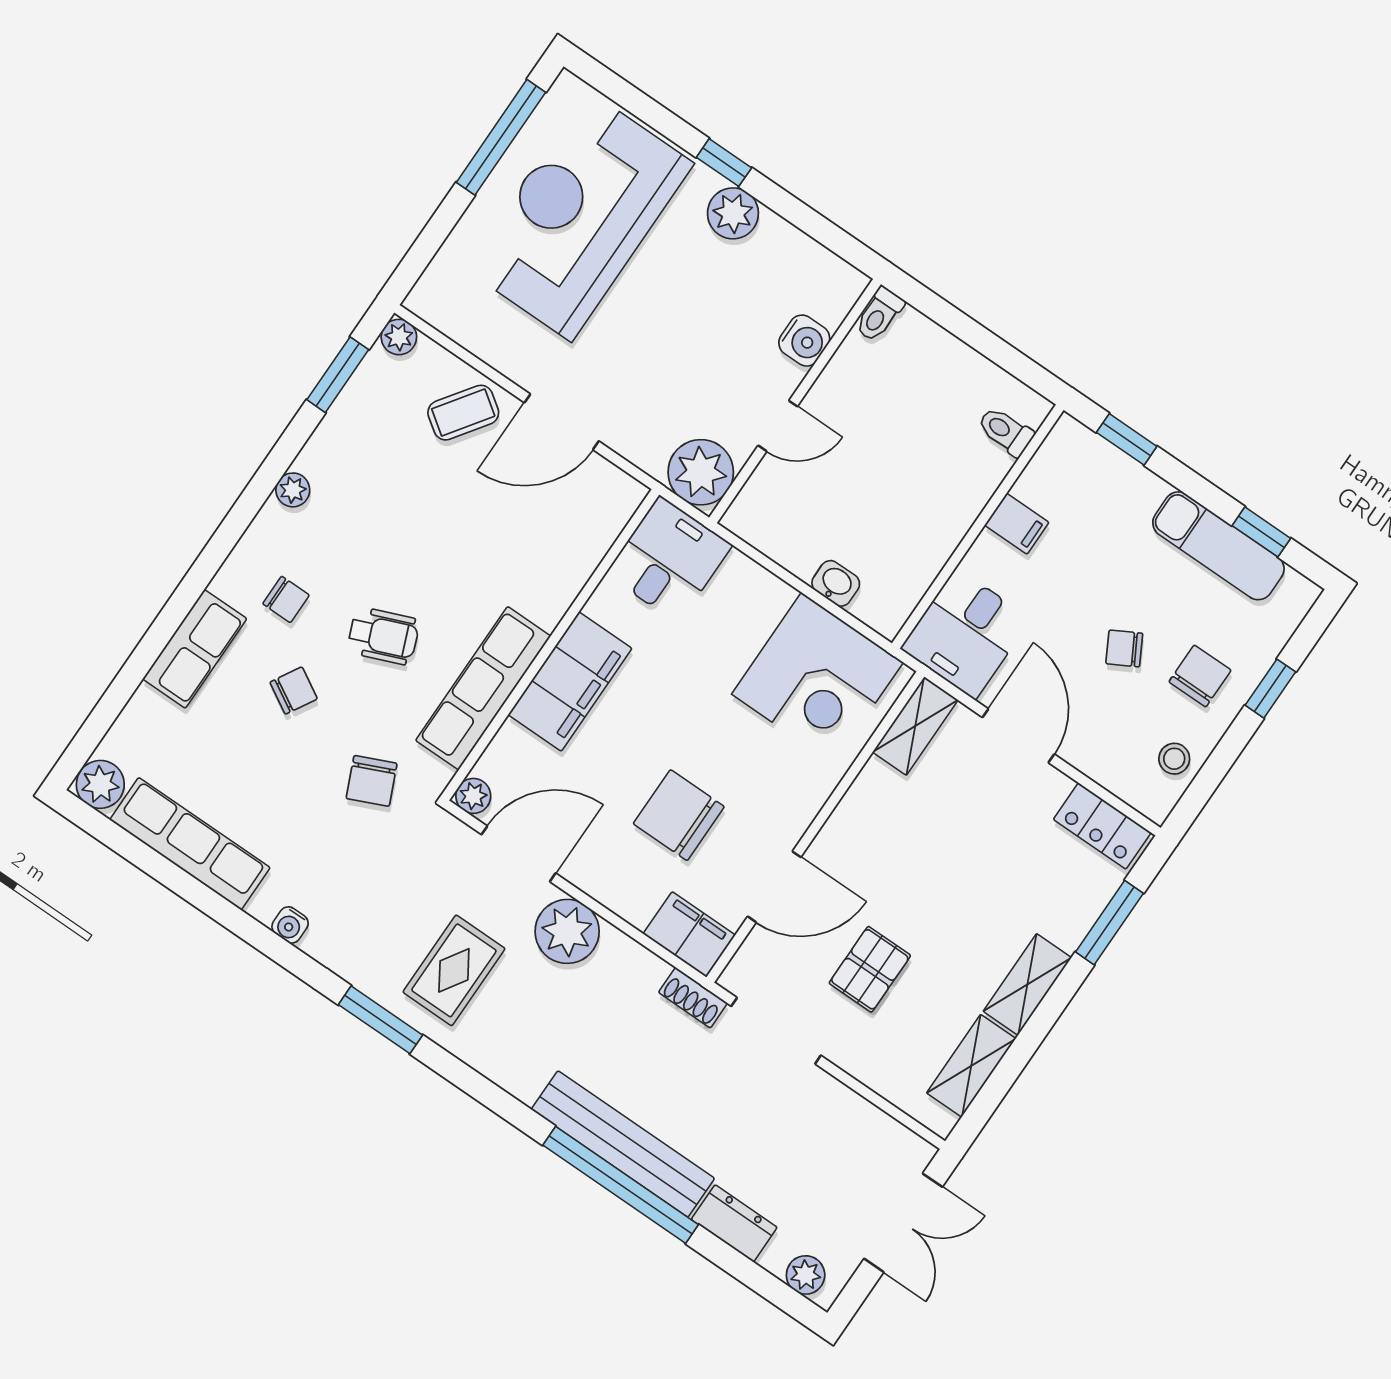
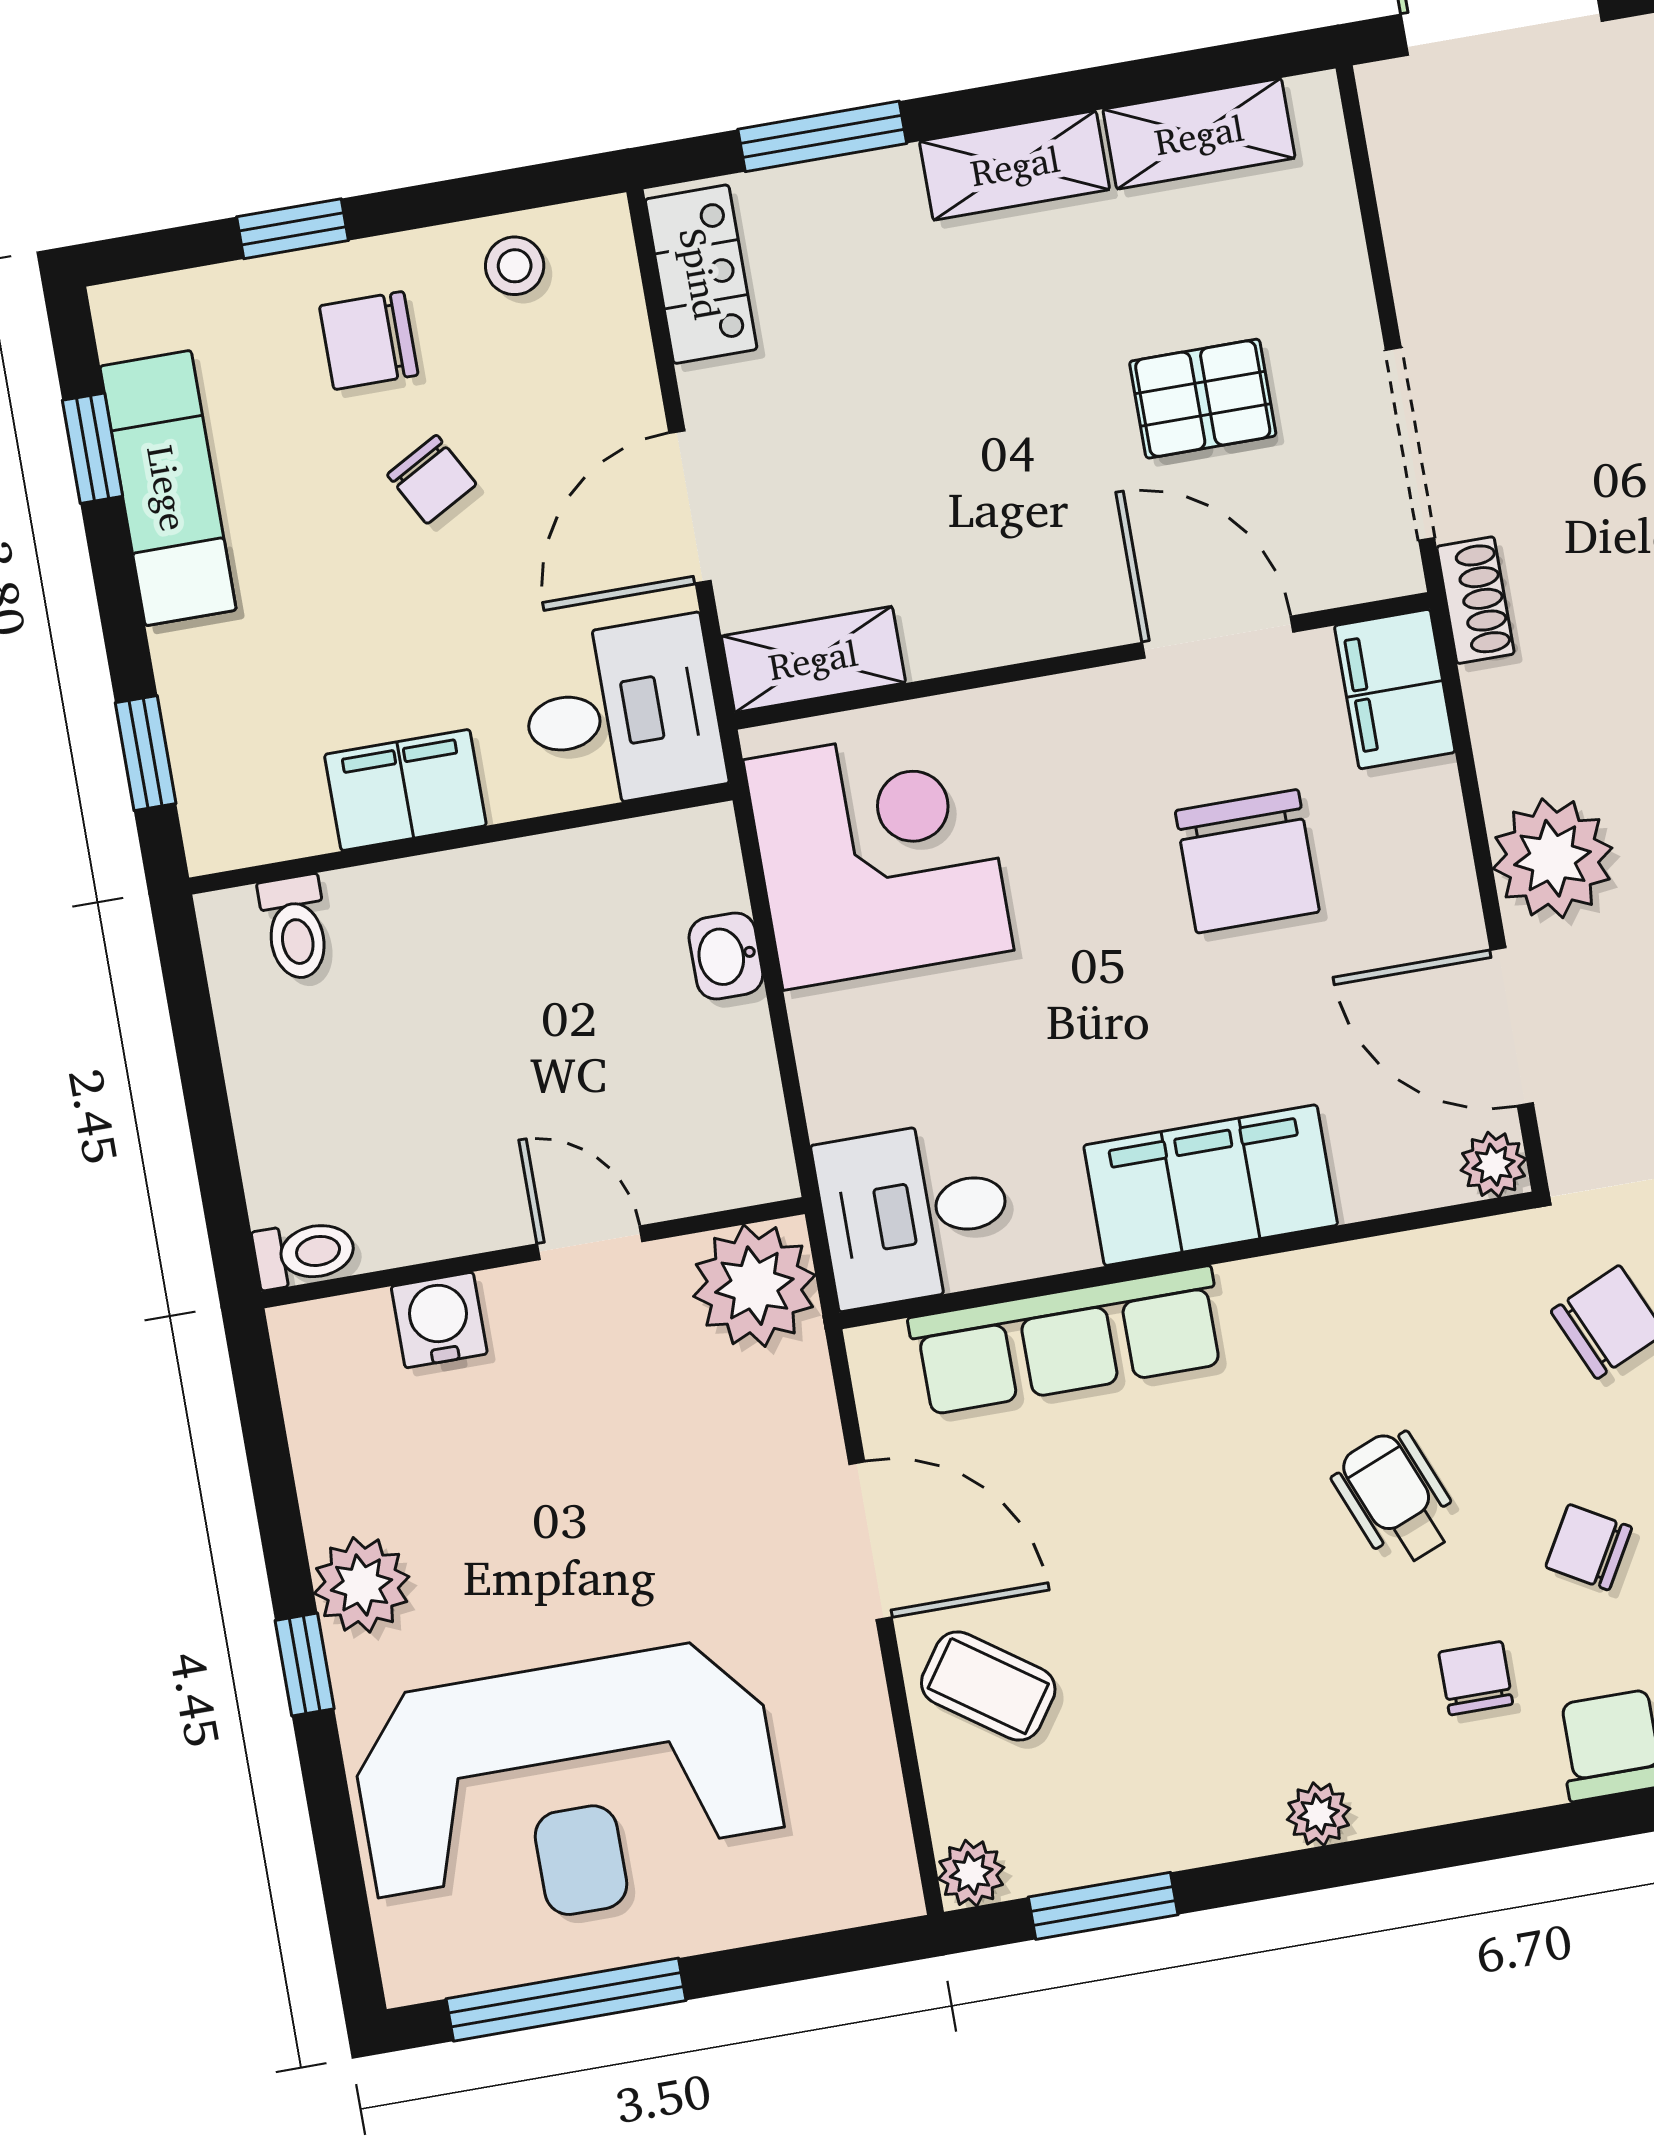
filing cabinet: (1017, 524) -> (405, 790), width x2.00
row of seats: (483, 688) -> (1067, 1341), moved

